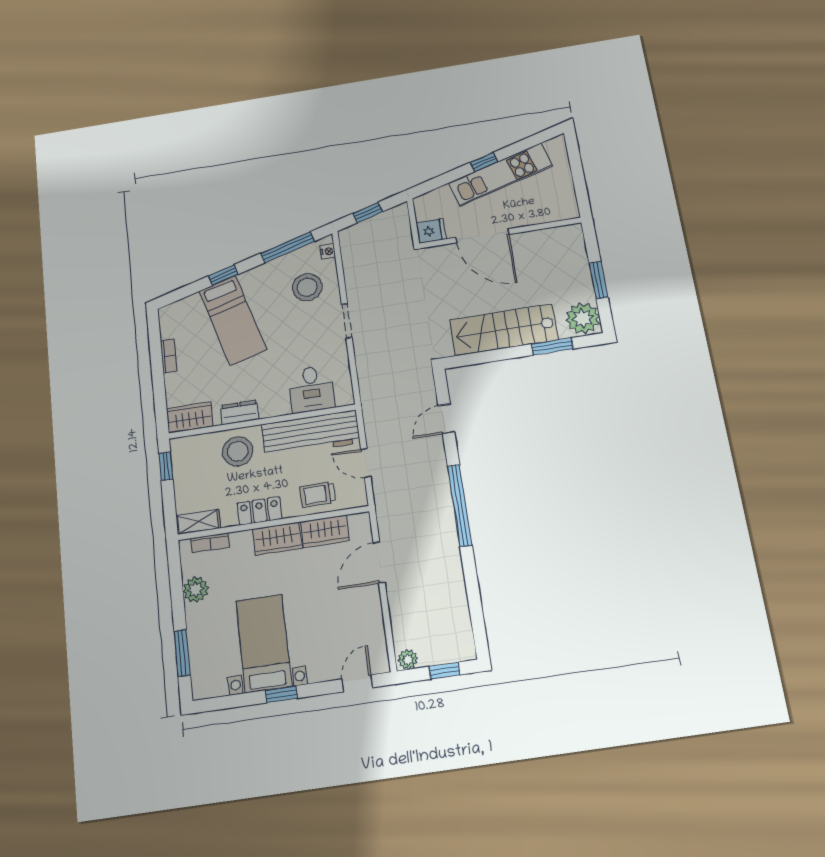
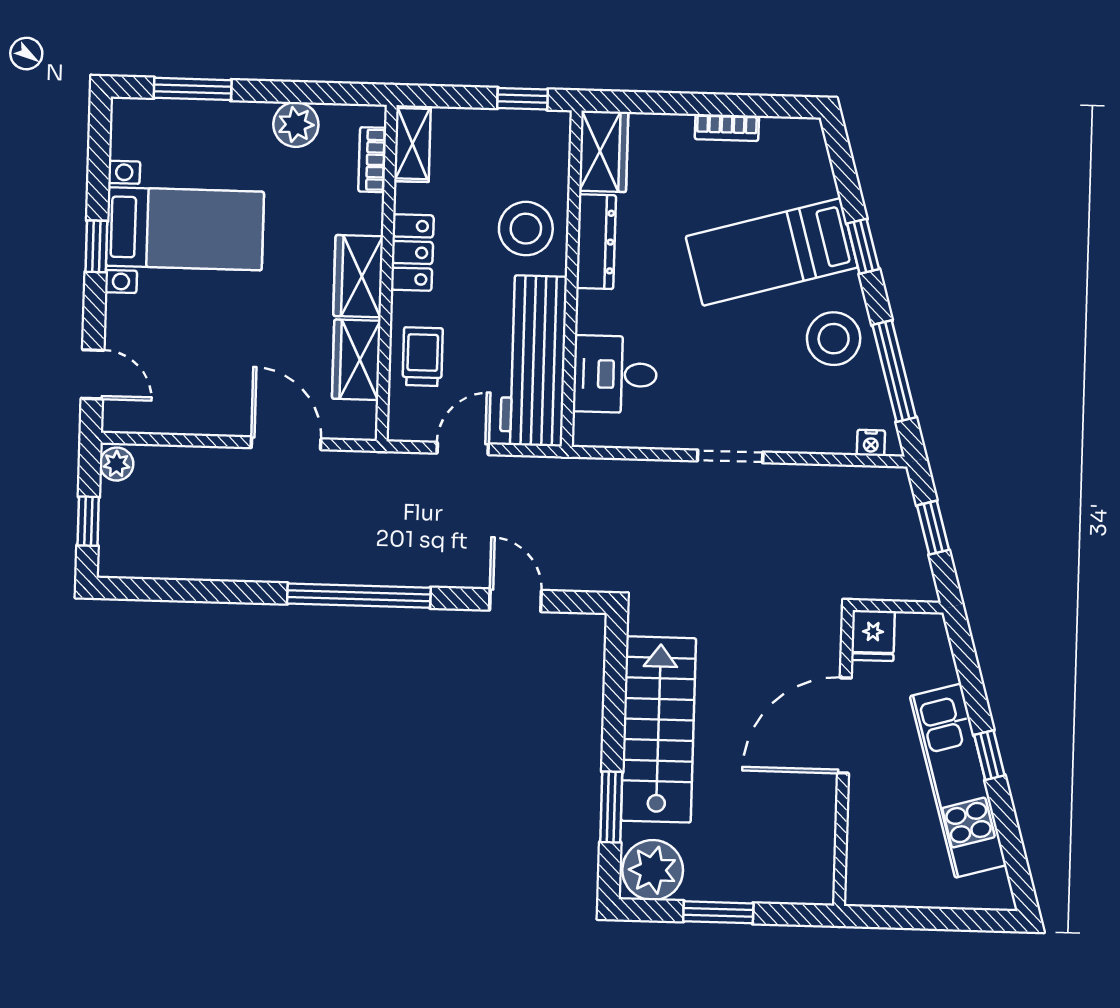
stool: (307, 287) -> (834, 339), moved
dresser: (240, 412) -> (596, 242), width x1.44

